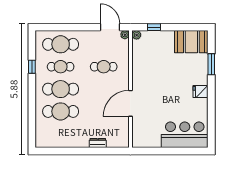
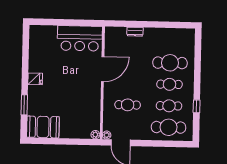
window: (154, 27) -> (78, 142), removed
cafe table: (61, 89) -> (169, 84), width x0.73, depth x0.74
bar counter: (185, 135) -> (80, 38), moved

